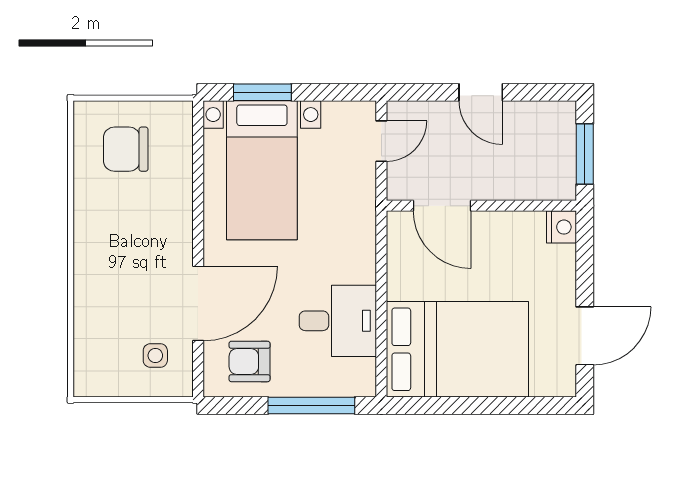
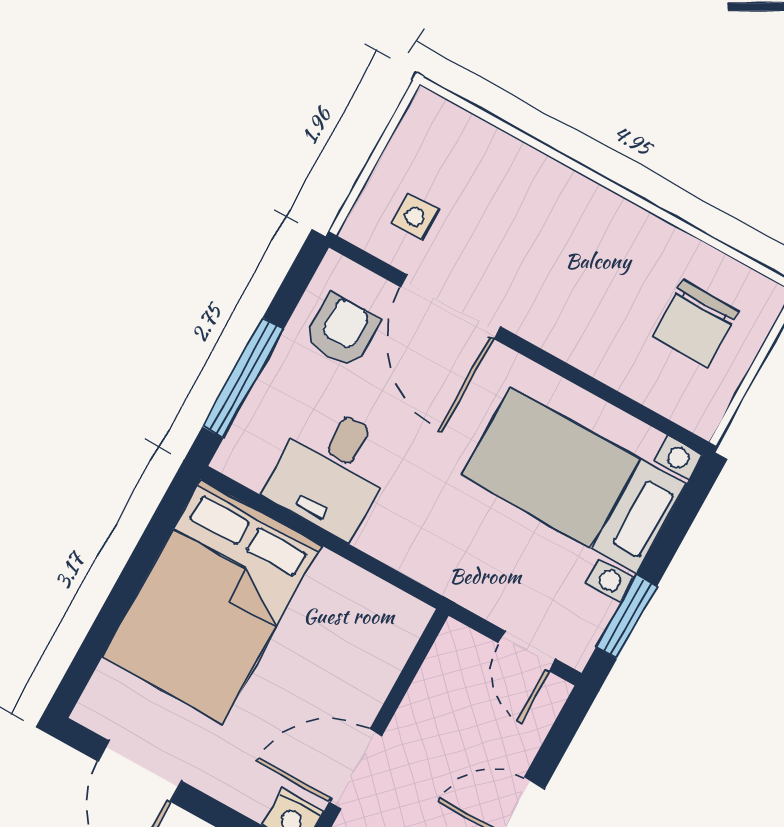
window: (262, 92) -> (627, 617), moved
chair: (126, 149) -> (696, 323), turned 180
door: (442, 206) -> (356, 769), moved

